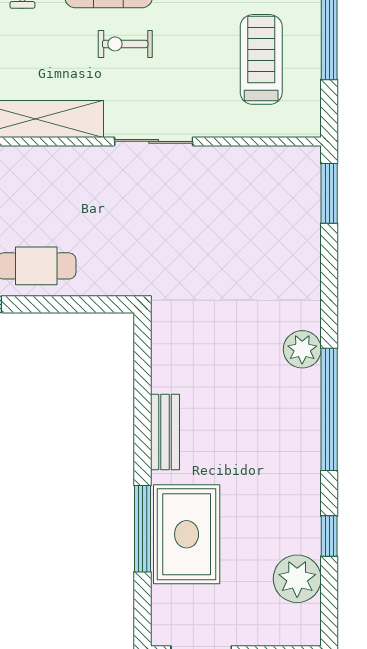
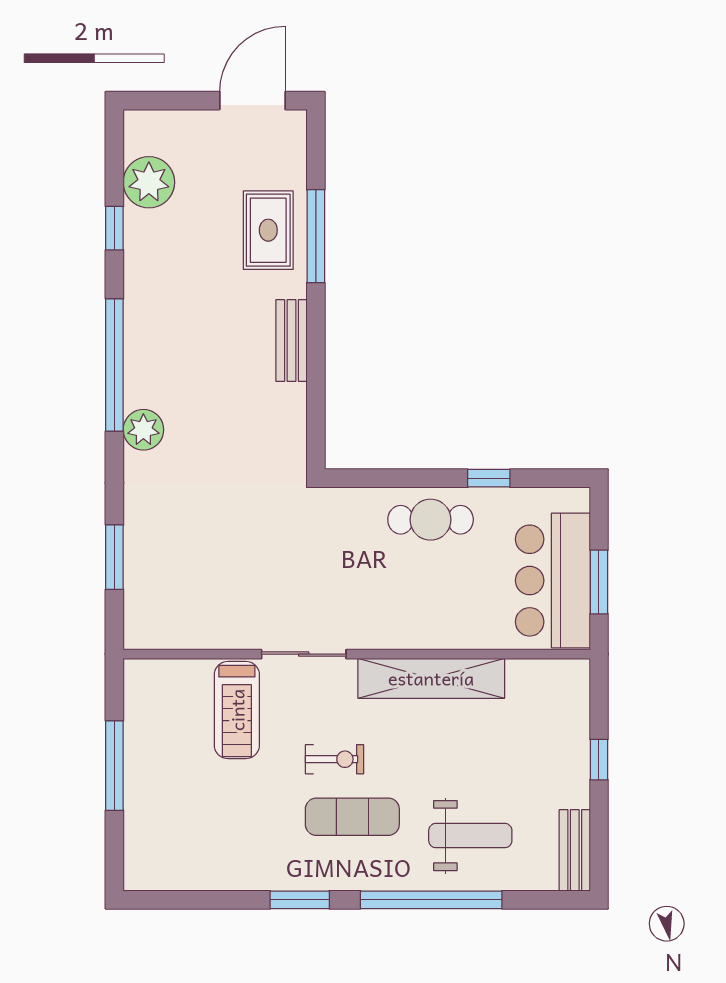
treadmill: (261, 59) -> (237, 710), moved
window: (329, 193) -> (114, 557), moved
rug: (187, 534) -> (268, 230), width x0.73, depth x0.70

